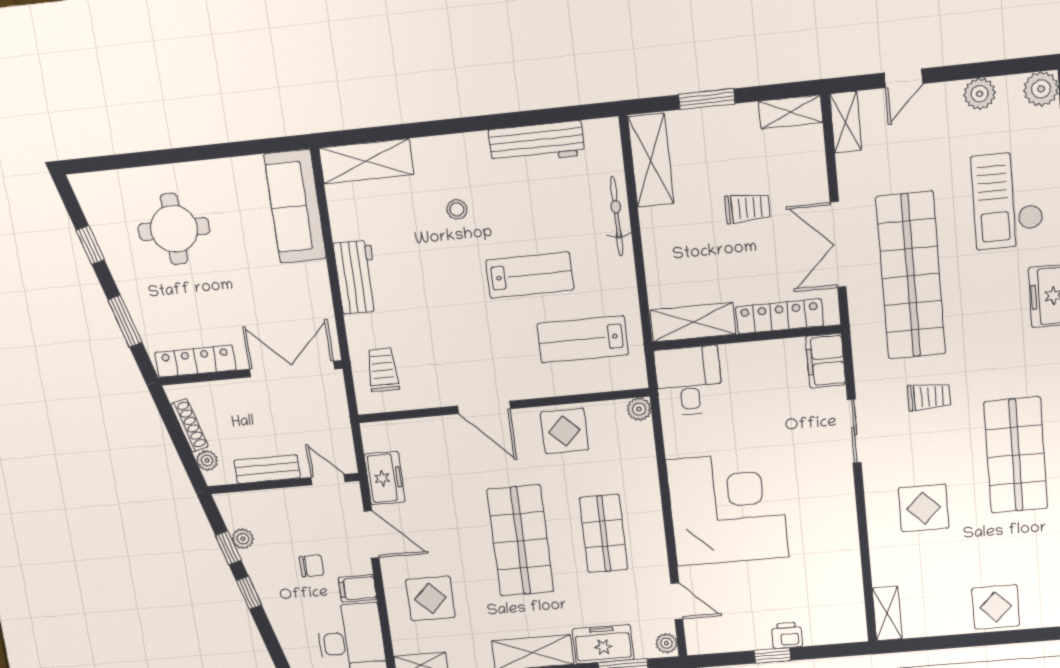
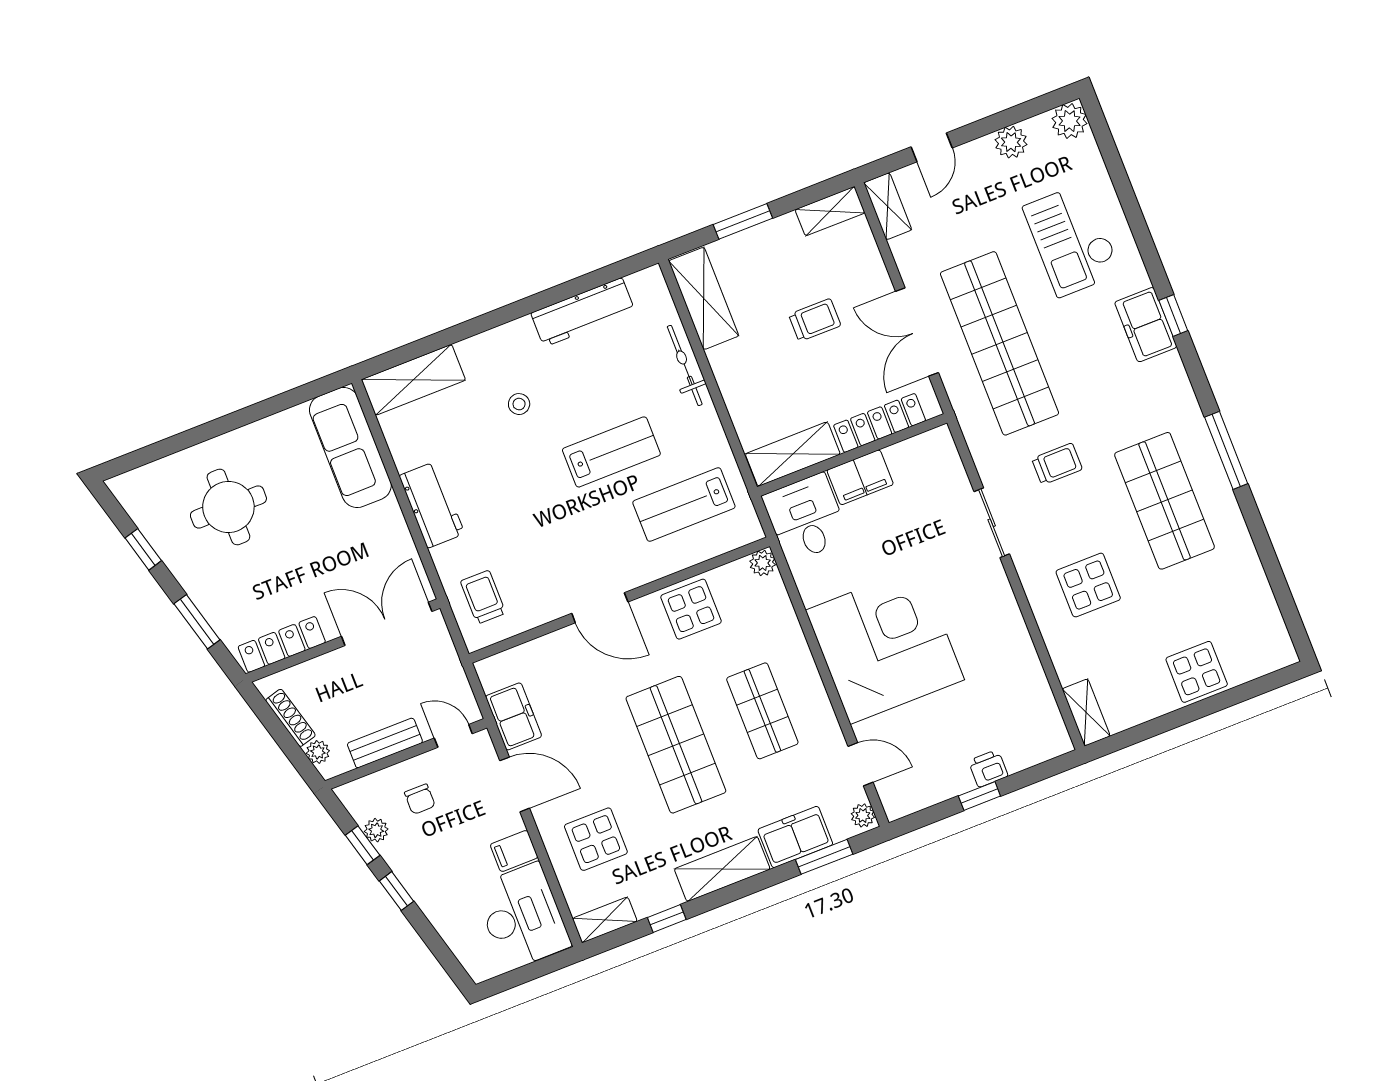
filing cabinet: (826, 361) -> (860, 477), moved, turned -90
chair: (311, 566) -> (420, 799), moved, turned 90

